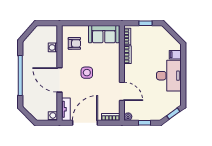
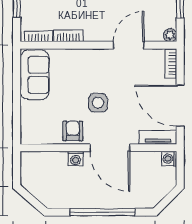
armchair: (74, 43) -> (73, 131), moved
washing machine: (53, 47) -> (76, 159), moved
door: (59, 80) -> (110, 148), hinge flipped

